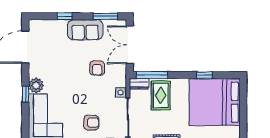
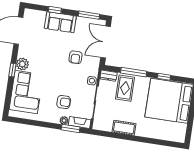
sofa: (85, 30) -> (60, 22), moved
window: (152, 75) -> (134, 72), moved

